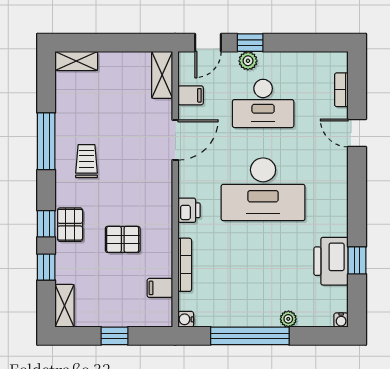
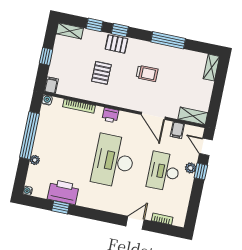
trolley: (86, 161) -> (147, 73), moved
filing cabinet: (160, 288) -> (51, 85), moved

